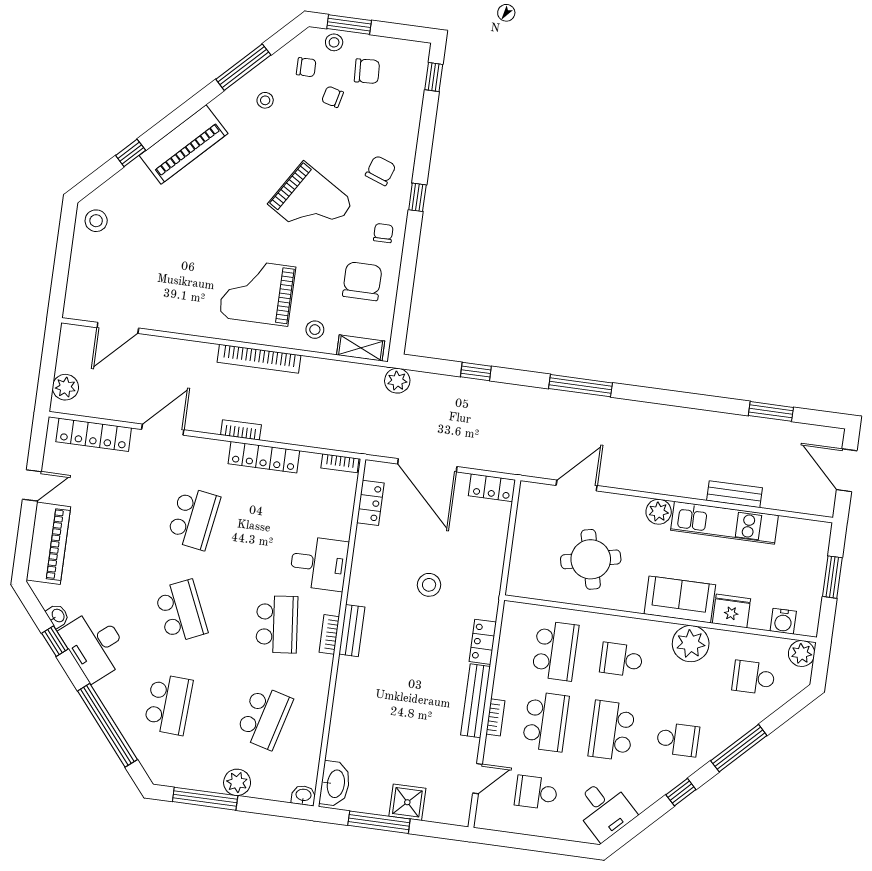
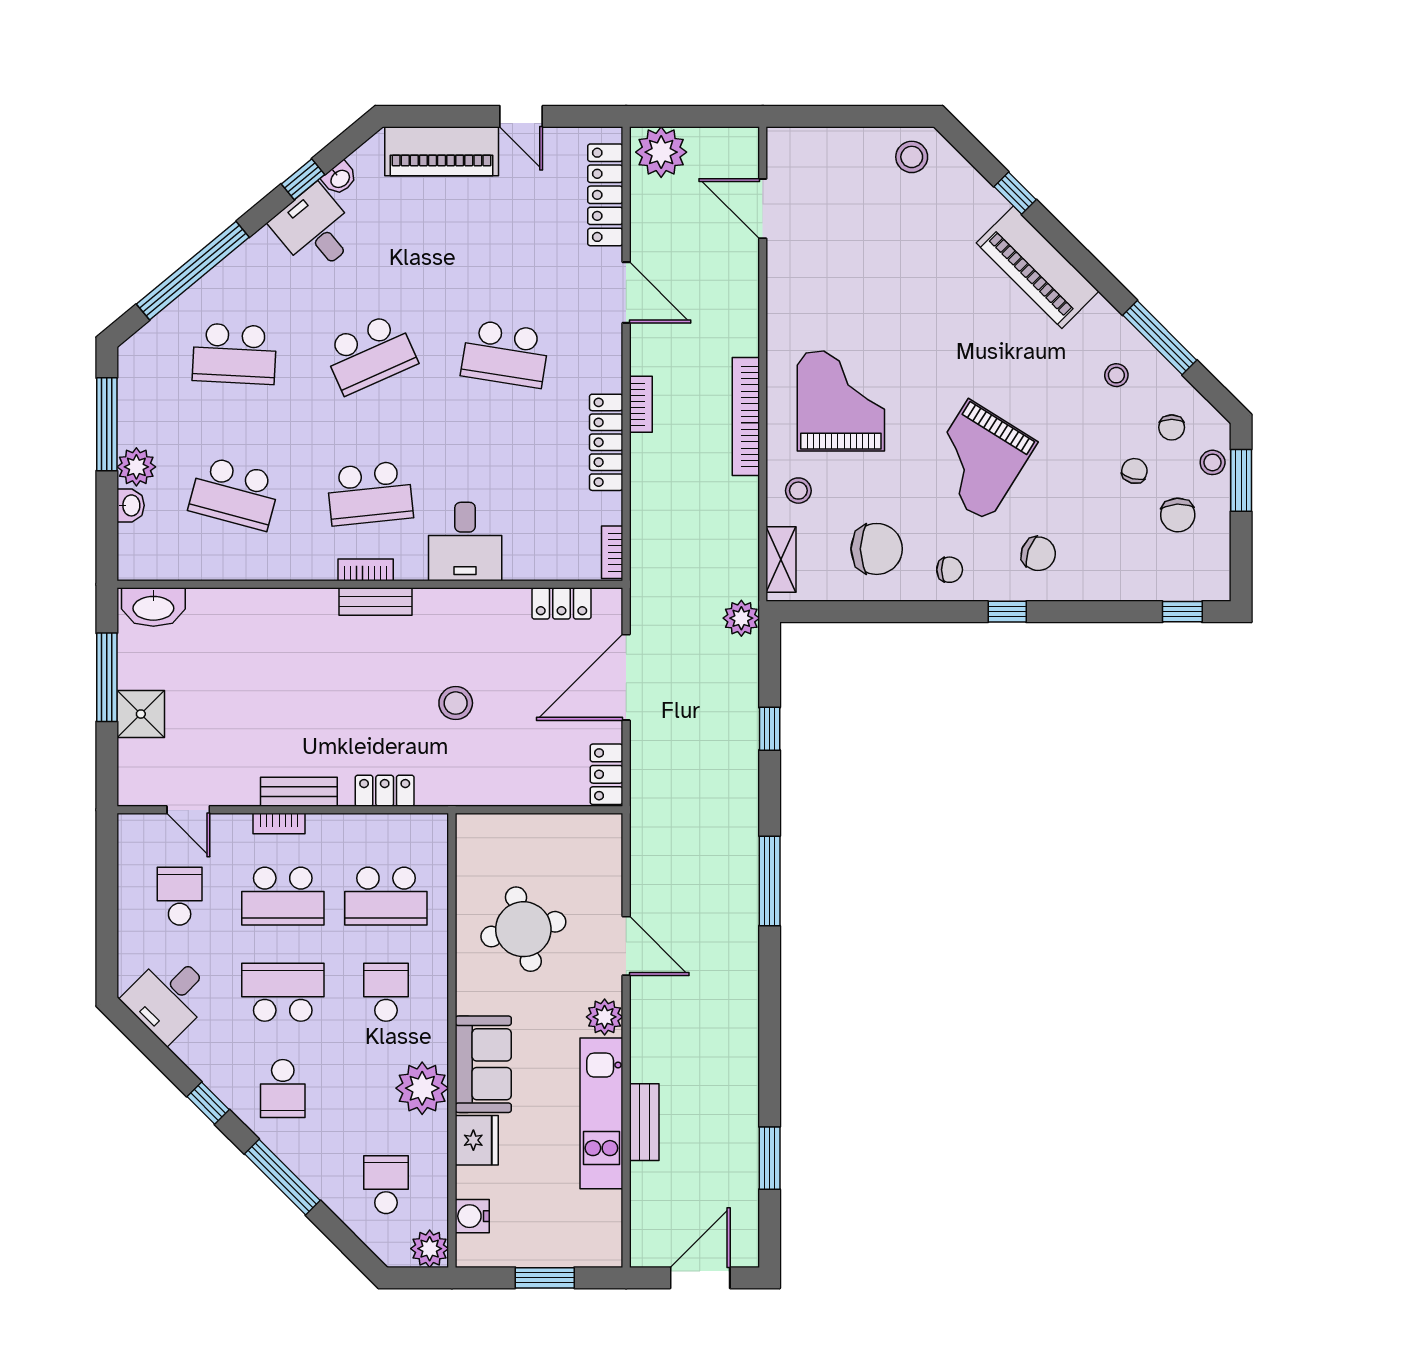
plant: (65, 387) -> (661, 152), width x1.36, depth x1.36
door: (577, 486) -> (626, 946), moved
desk: (95, 645) -> (315, 229), width x0.73
bench: (475, 701) -> (299, 792), width x0.73
washbasin: (303, 795) -> (131, 505), moved

